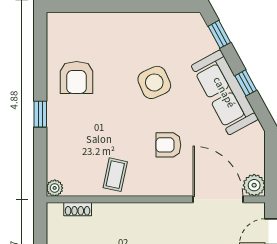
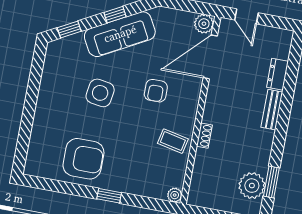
armchair: (77, 77) -> (83, 159), width x1.36, depth x1.36
side table: (154, 82) -> (100, 93), turned 33
shoe rack: (78, 209) -> (204, 136), moved

